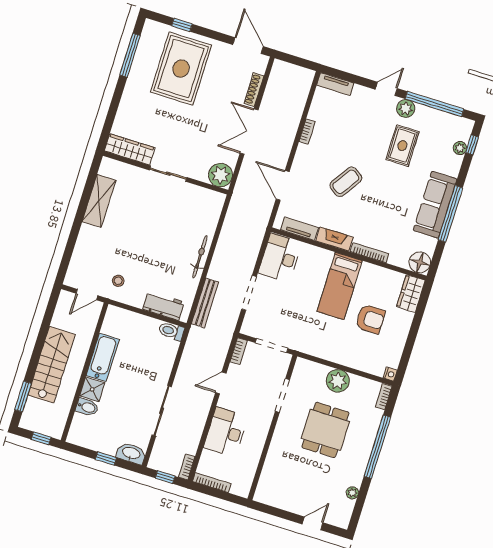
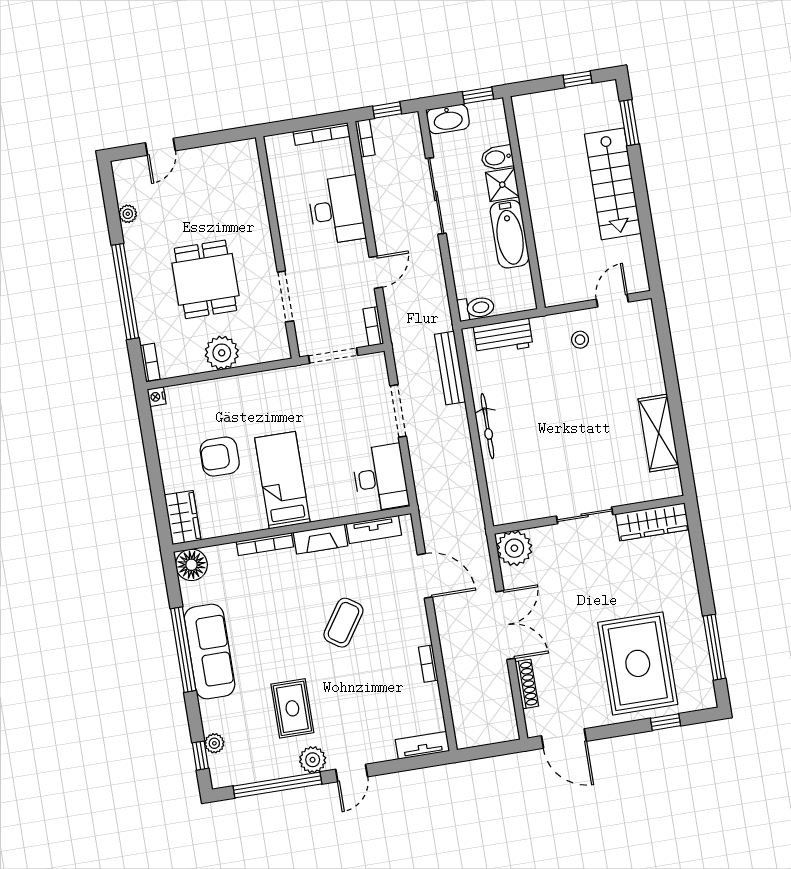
bathtub: (103, 357) -> (510, 234), moved
wall: (85, 372) -> (524, 203), moved
shower: (92, 389) -> (502, 185), moved
bidet: (87, 407) -> (497, 158), moved

